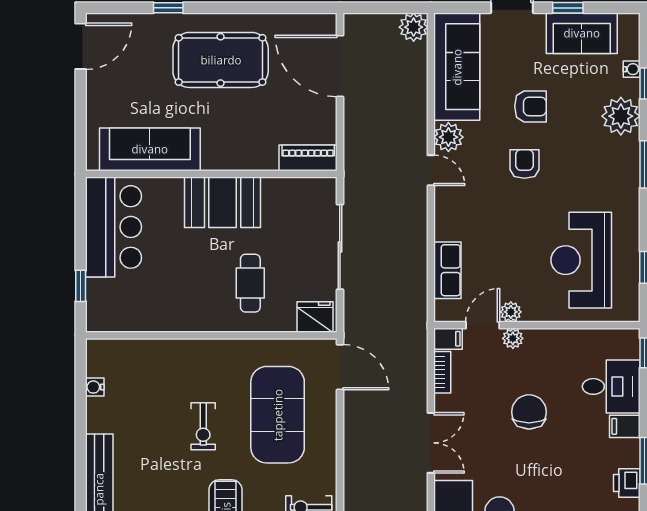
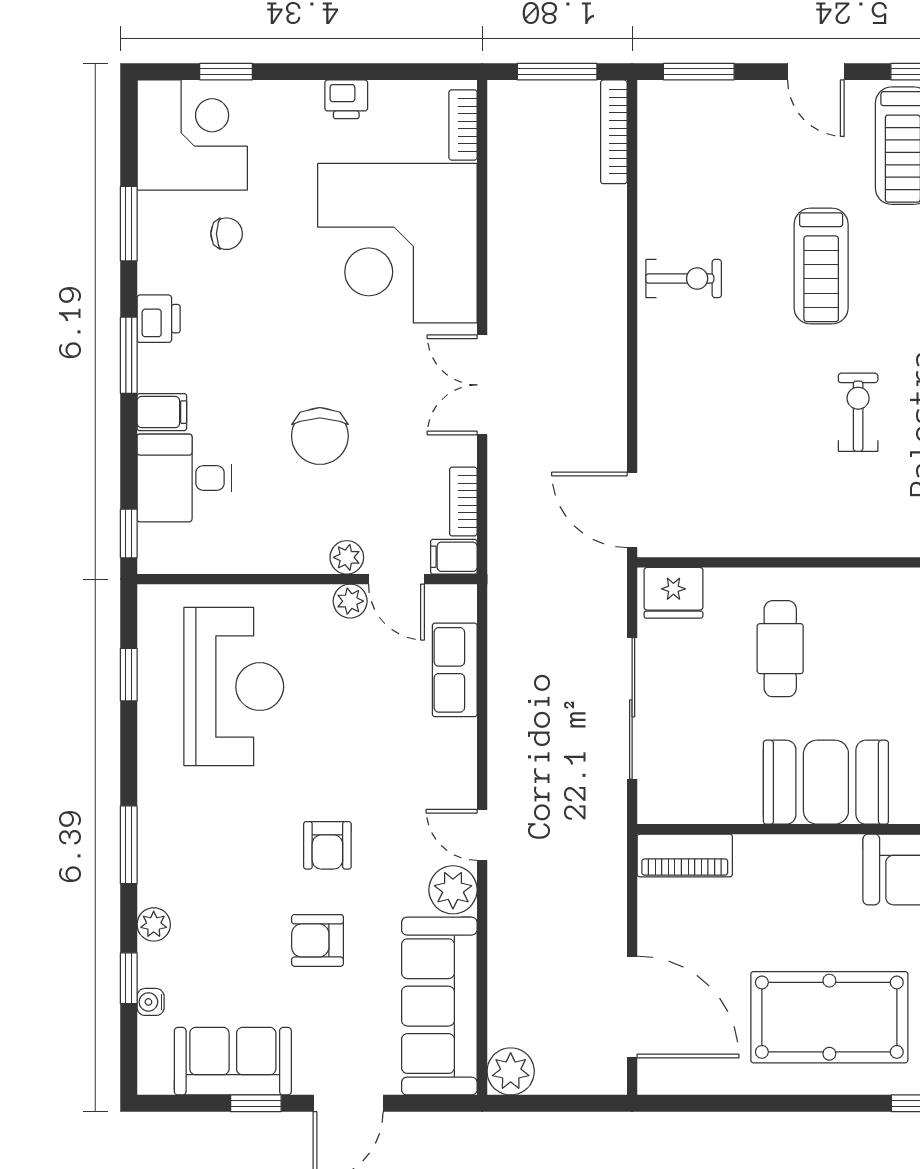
plant: (621, 116) -> (154, 924), width x0.53, depth x0.53
door: (483, 325) -> (397, 579), hinge flipped
exercise mat: (278, 415) -> (735, 431), removed

